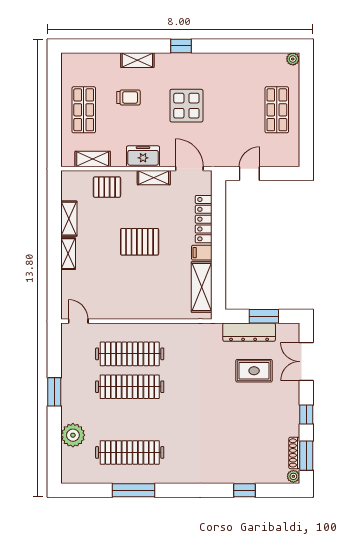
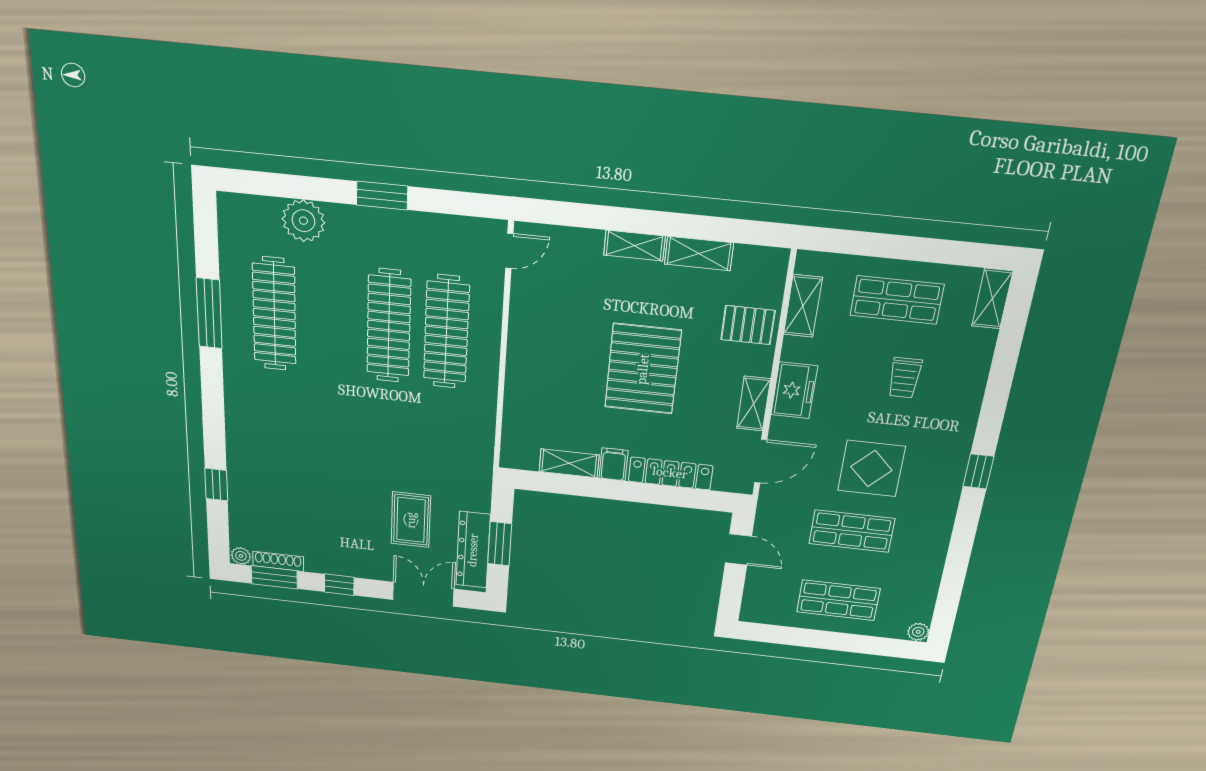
shelving: (137, 60) -> (992, 299), moved
shop shelf: (229, 110) -> (852, 531), added
pallet: (107, 187) -> (748, 325), turned 90
pallet: (140, 242) -> (643, 369), width x1.37, depth x1.41
shelving: (202, 287) -> (569, 463), width x0.67, depth x0.75
dresser: (249, 332) -> (473, 550), moved

